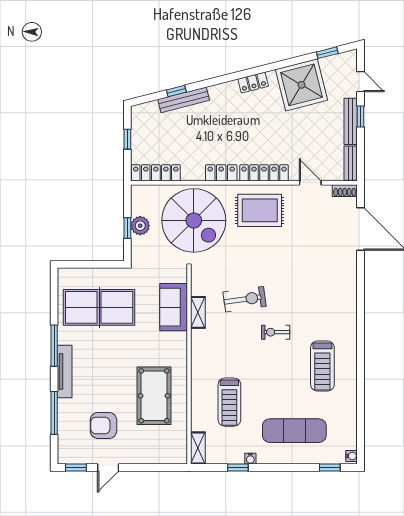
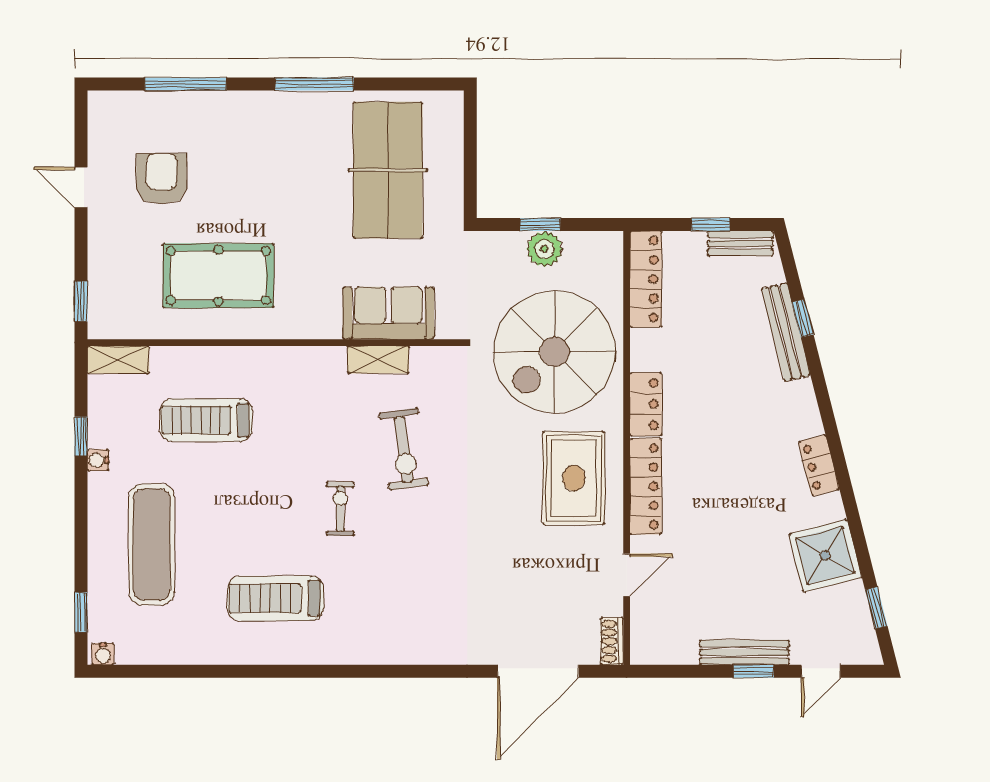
shower: (302, 85) -> (825, 556), width x0.73, depth x0.73
bench: (351, 163) -> (740, 243), moved
tv unit: (65, 372) -> (265, 104), removed
window: (76, 468) -> (81, 301), moved

